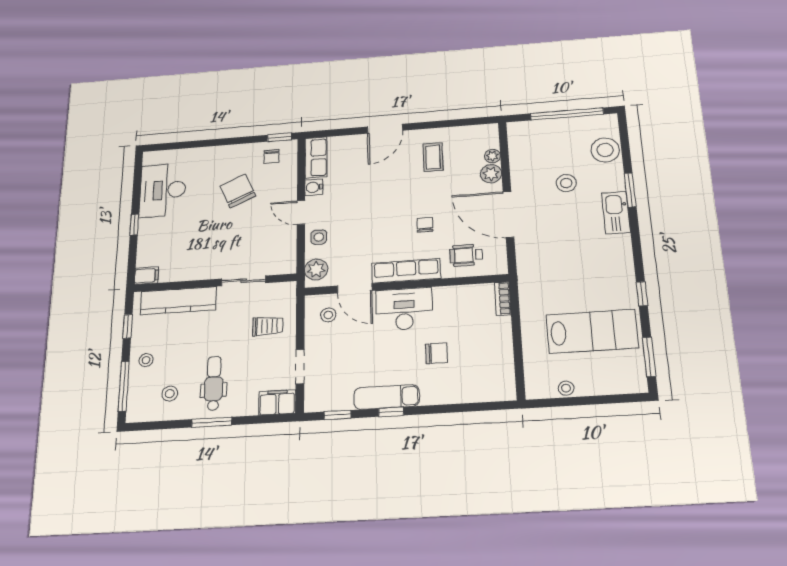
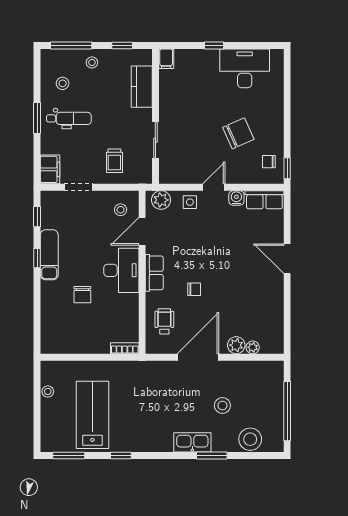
coffee table: (433, 157) -> (256, 298), removed
row of seats: (406, 271) -> (154, 273), width x0.68
kitchen counter: (178, 301) -> (142, 87), width x0.67
lab bench: (592, 331) -> (92, 415), turned 180

